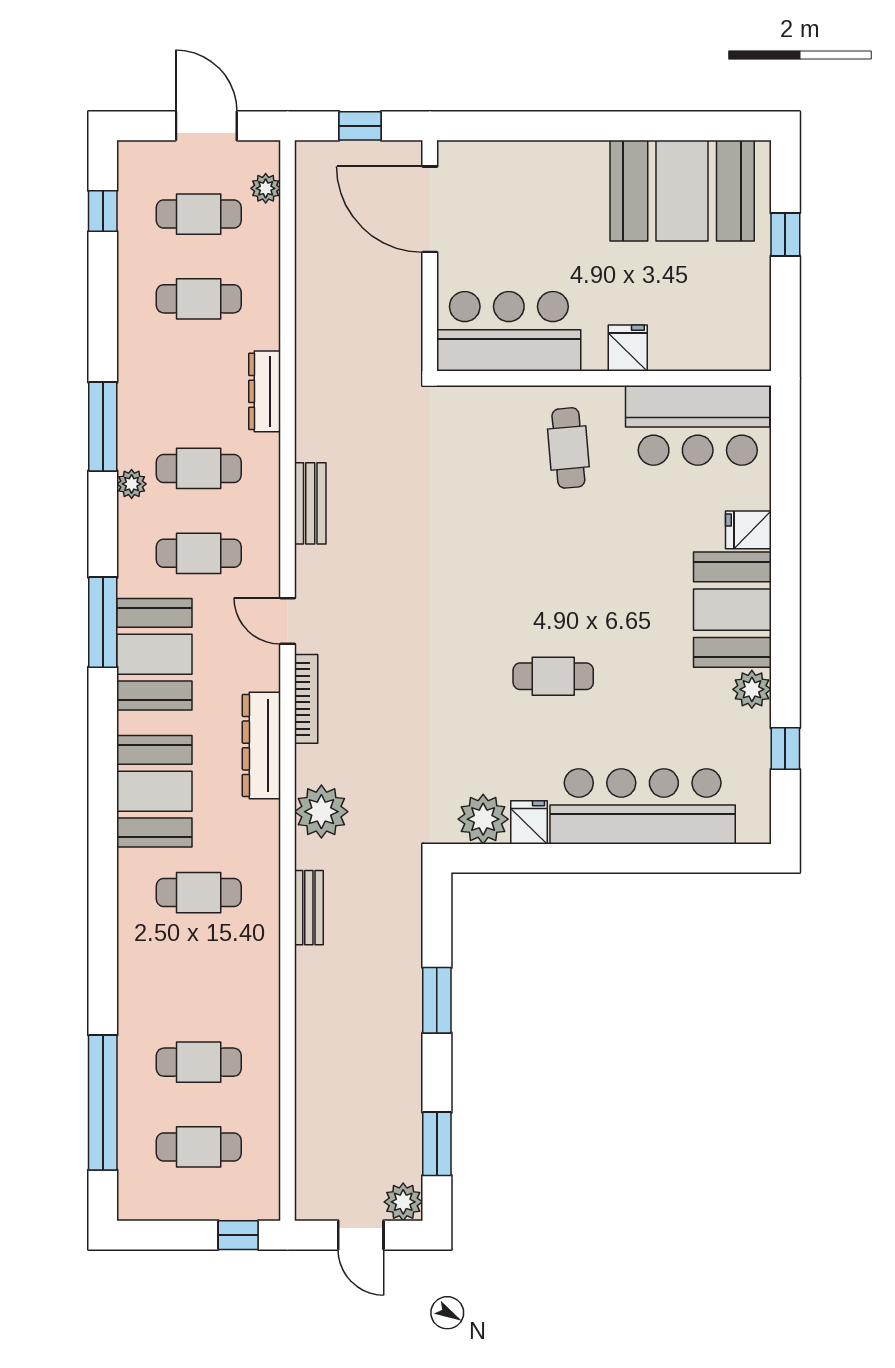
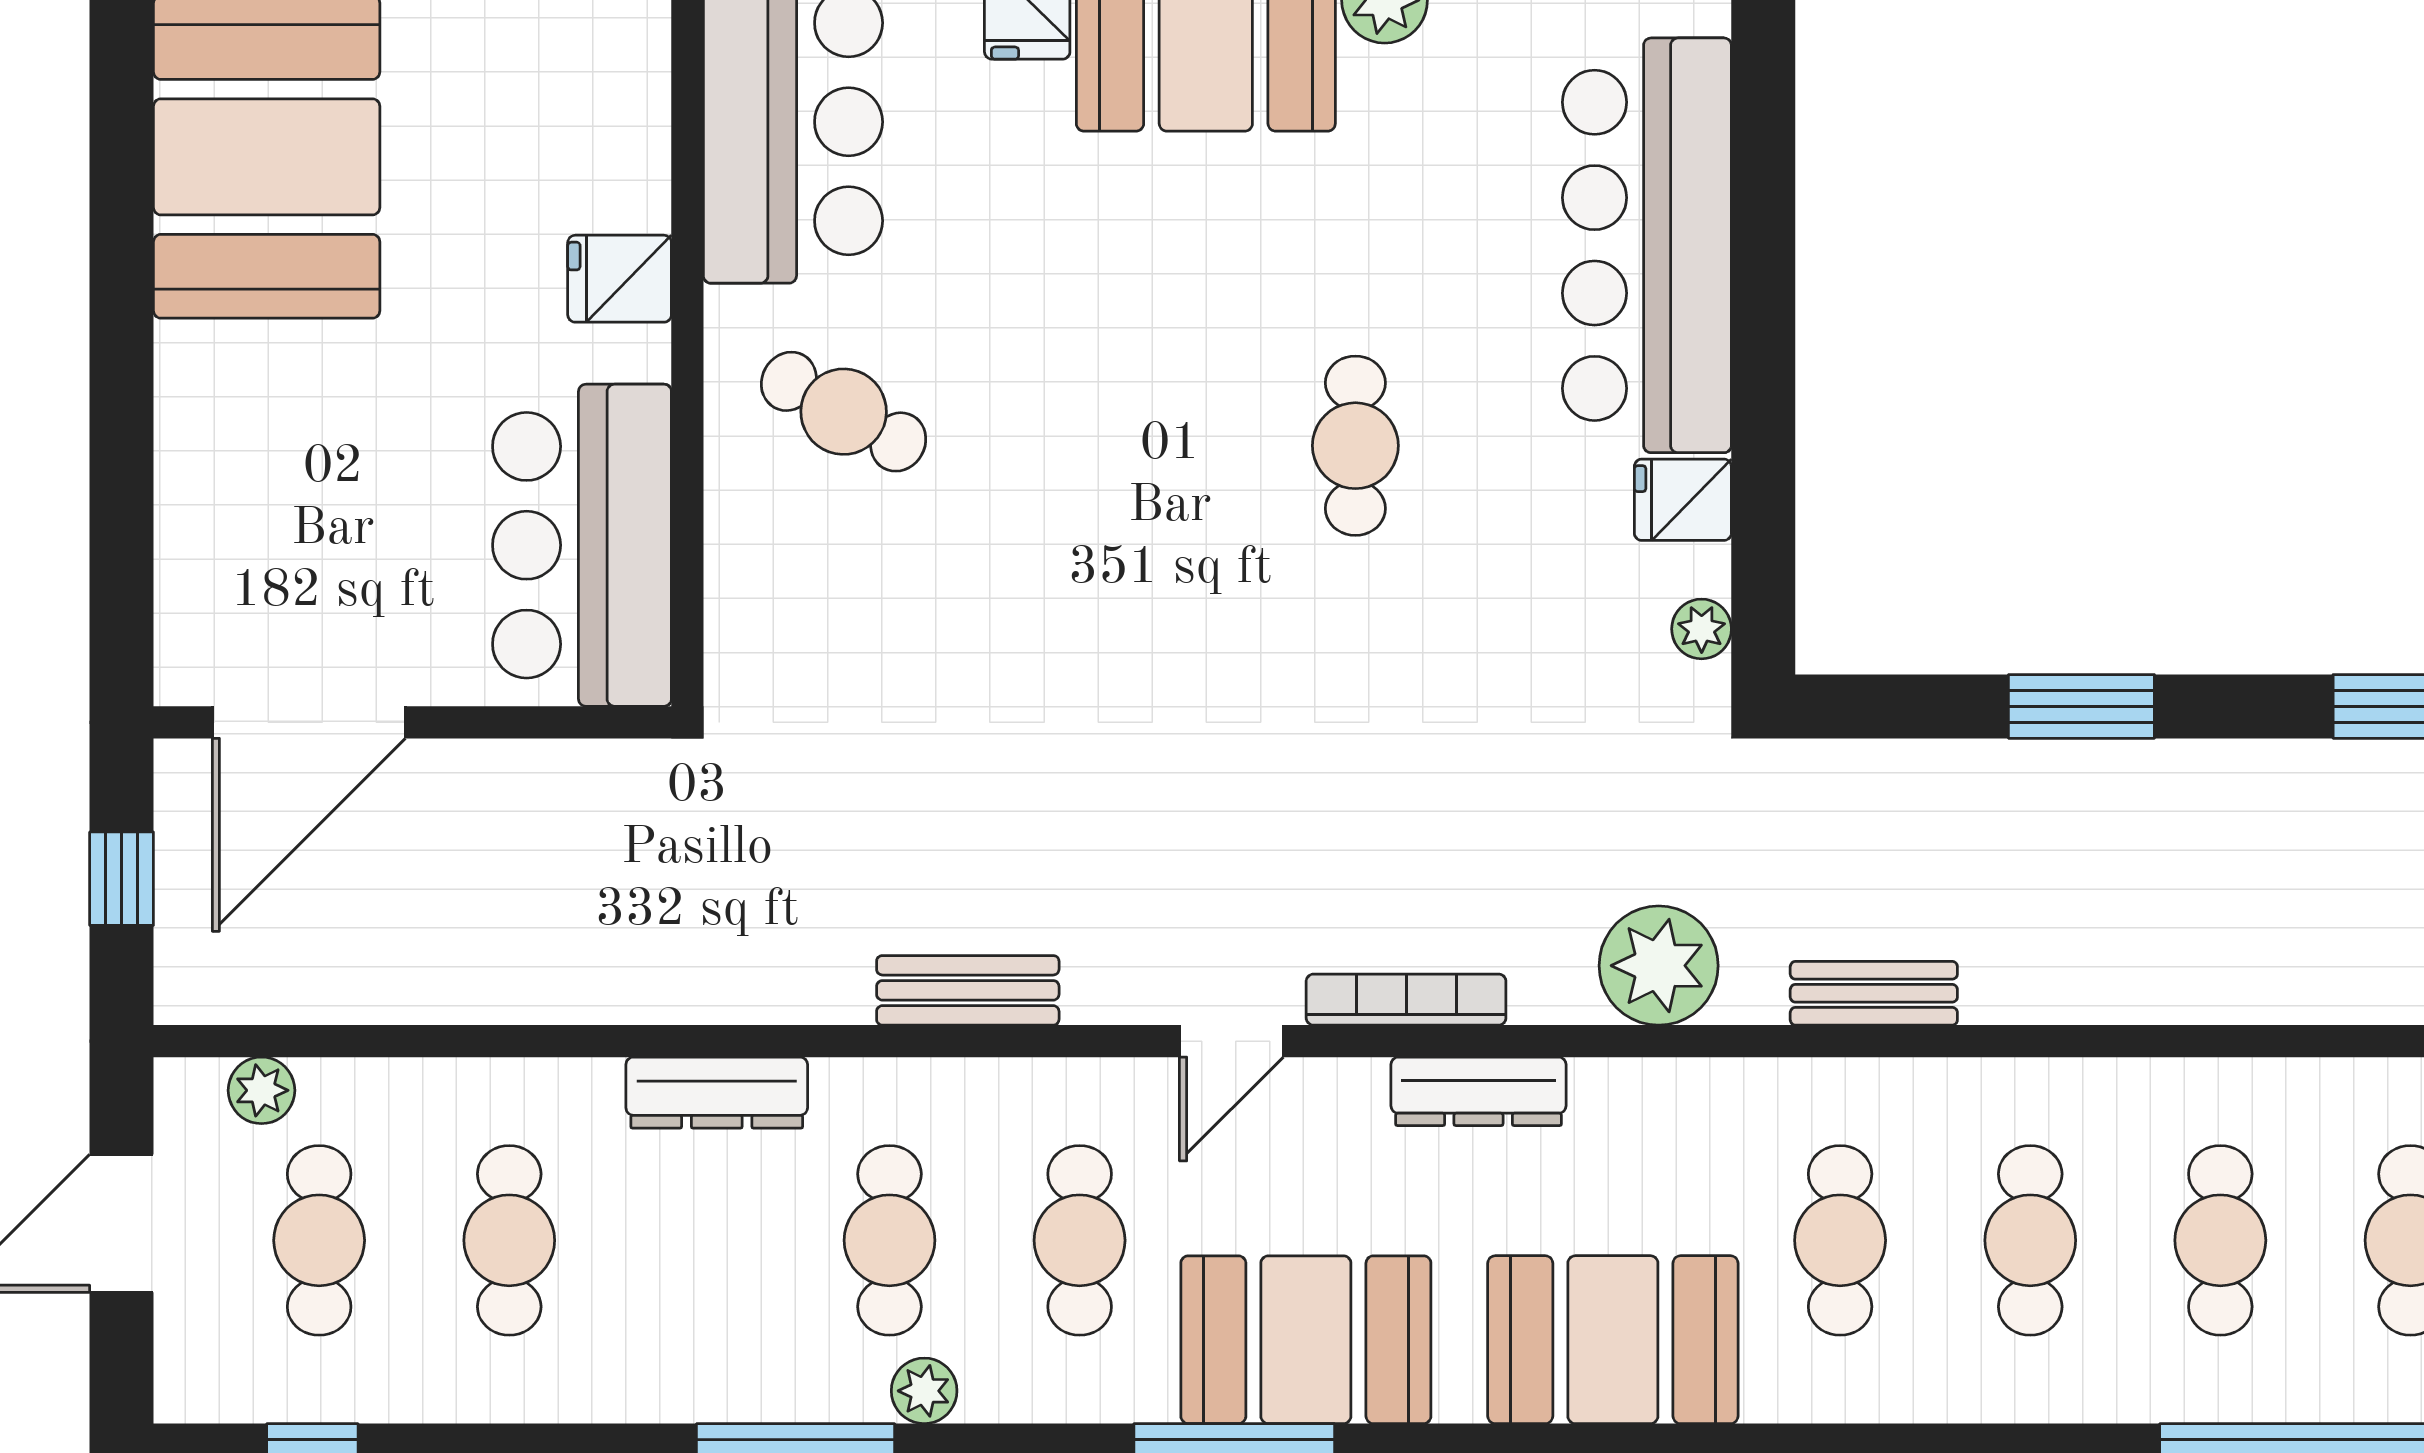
cafe table: (568, 448) -> (844, 412), turned 34
dresser: (261, 745) -> (1478, 1091), width x0.73, depth x0.80
plant: (483, 819) -> (1702, 629), width x0.53, depth x0.53
cafe table: (199, 977) -> (2030, 1240), added

